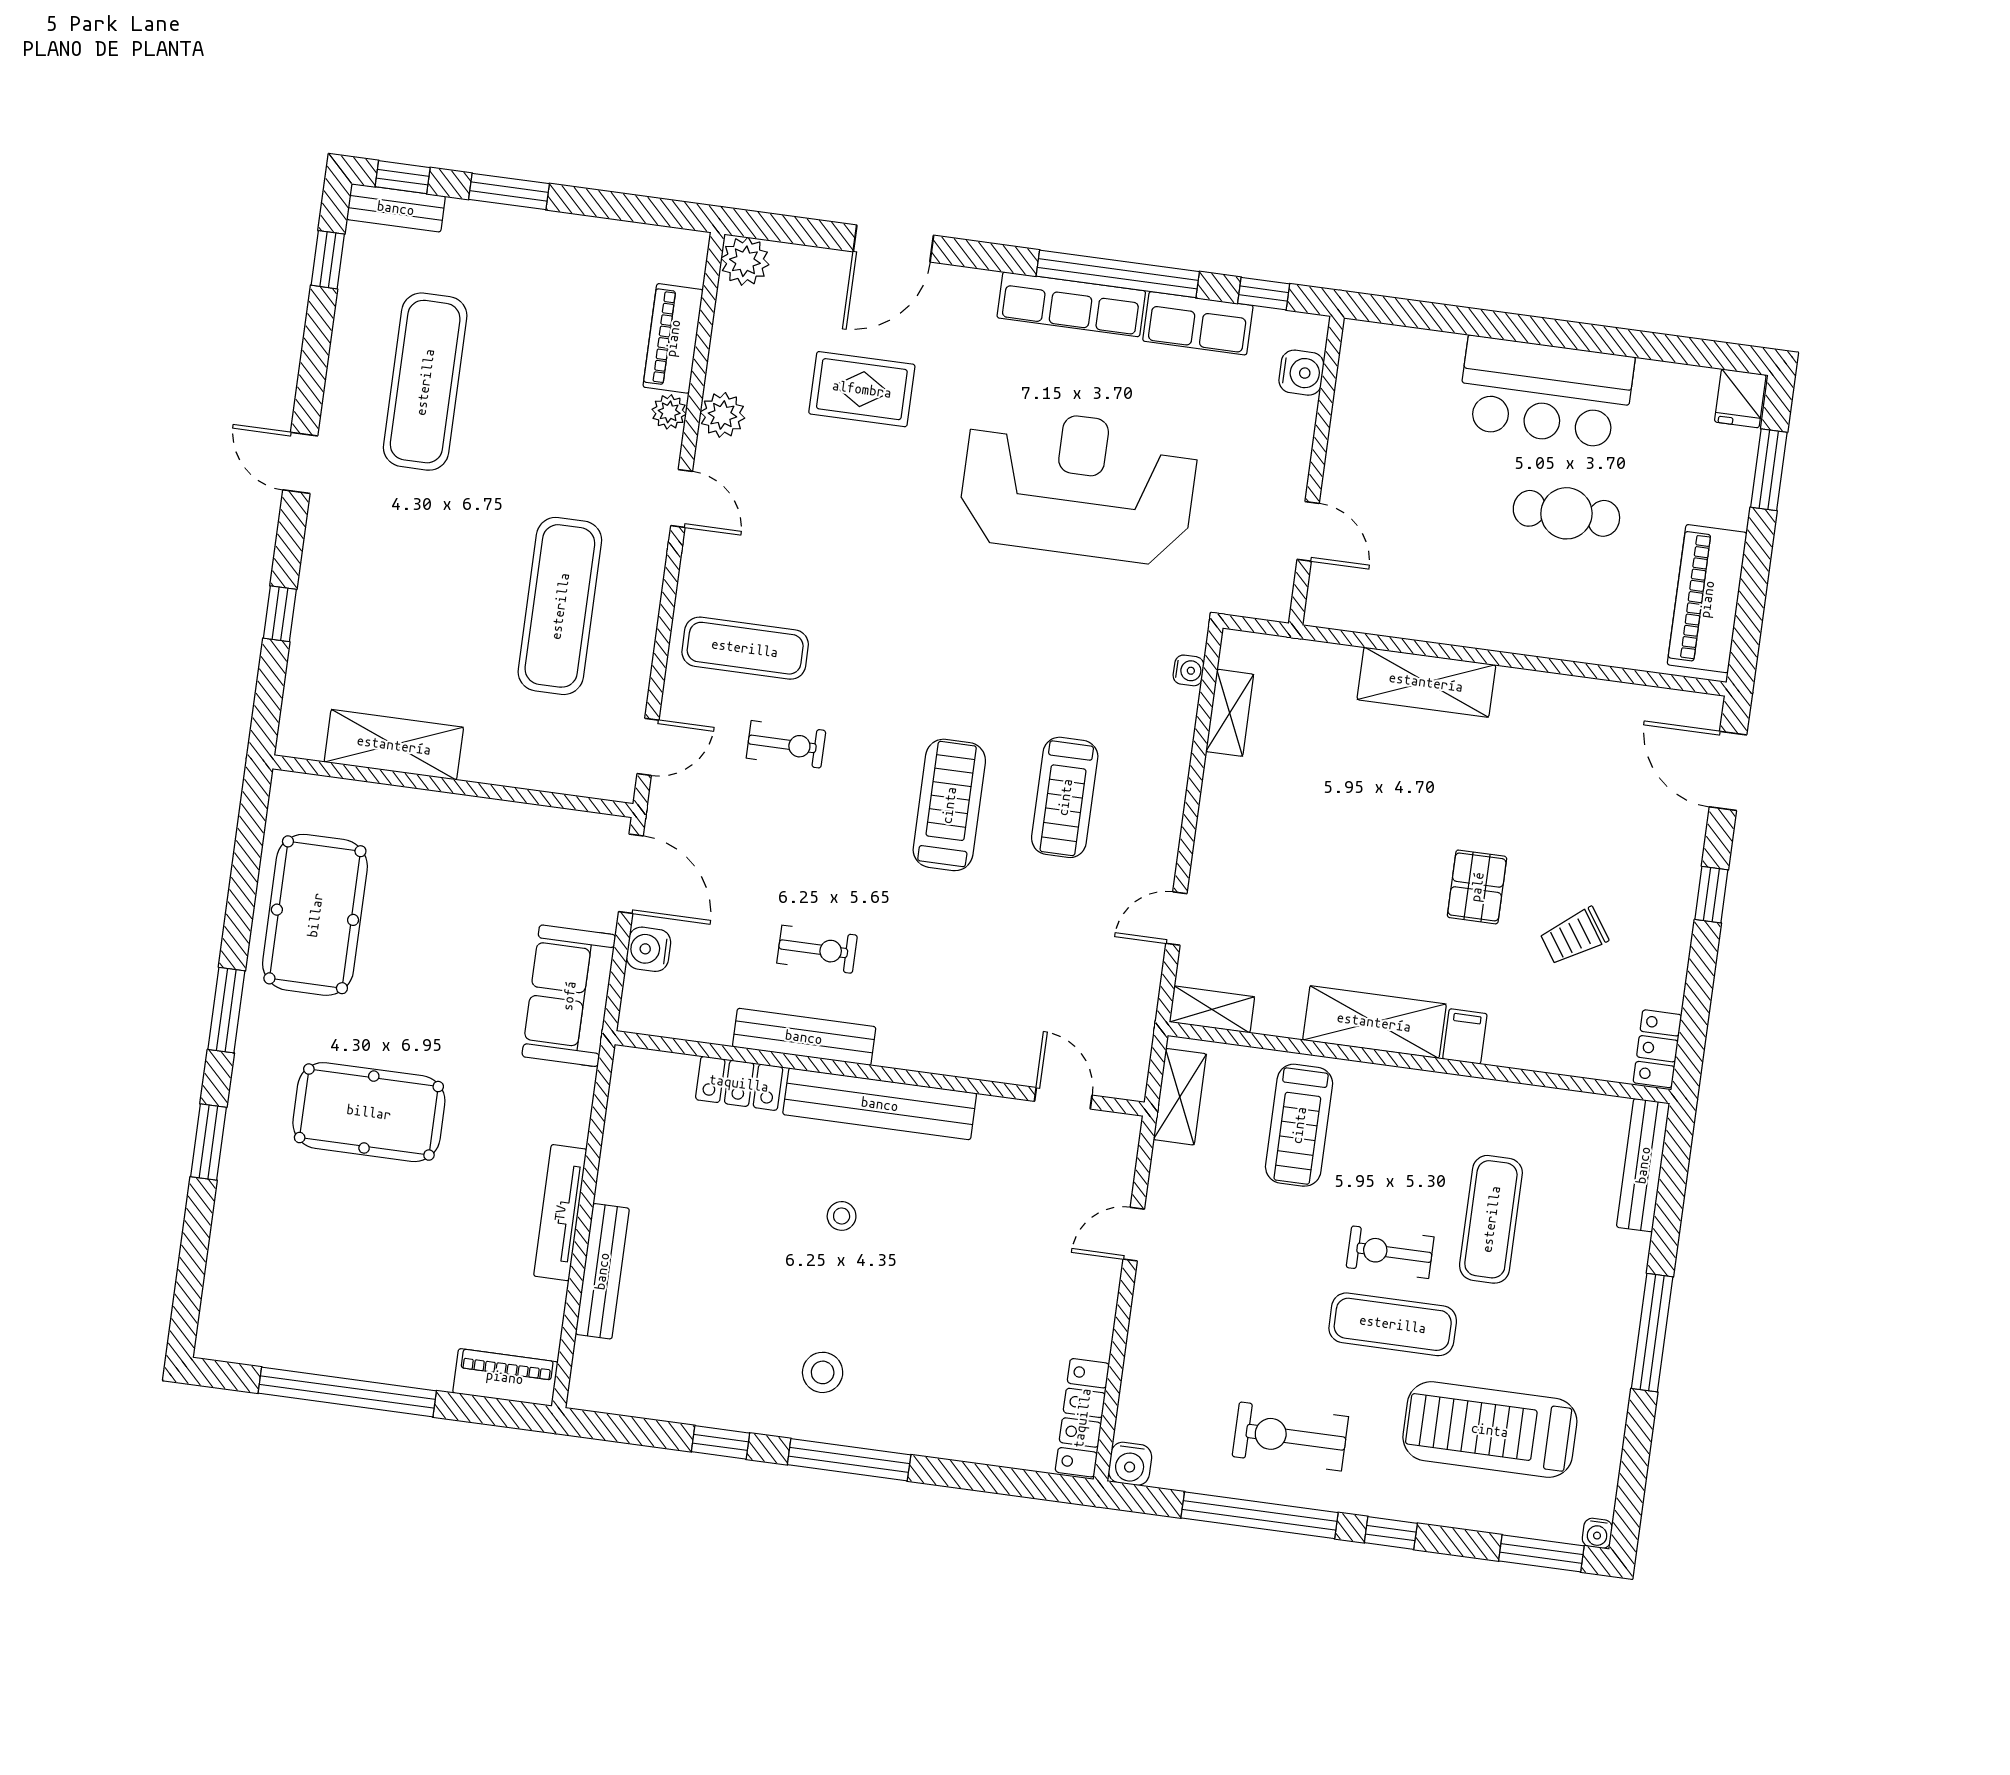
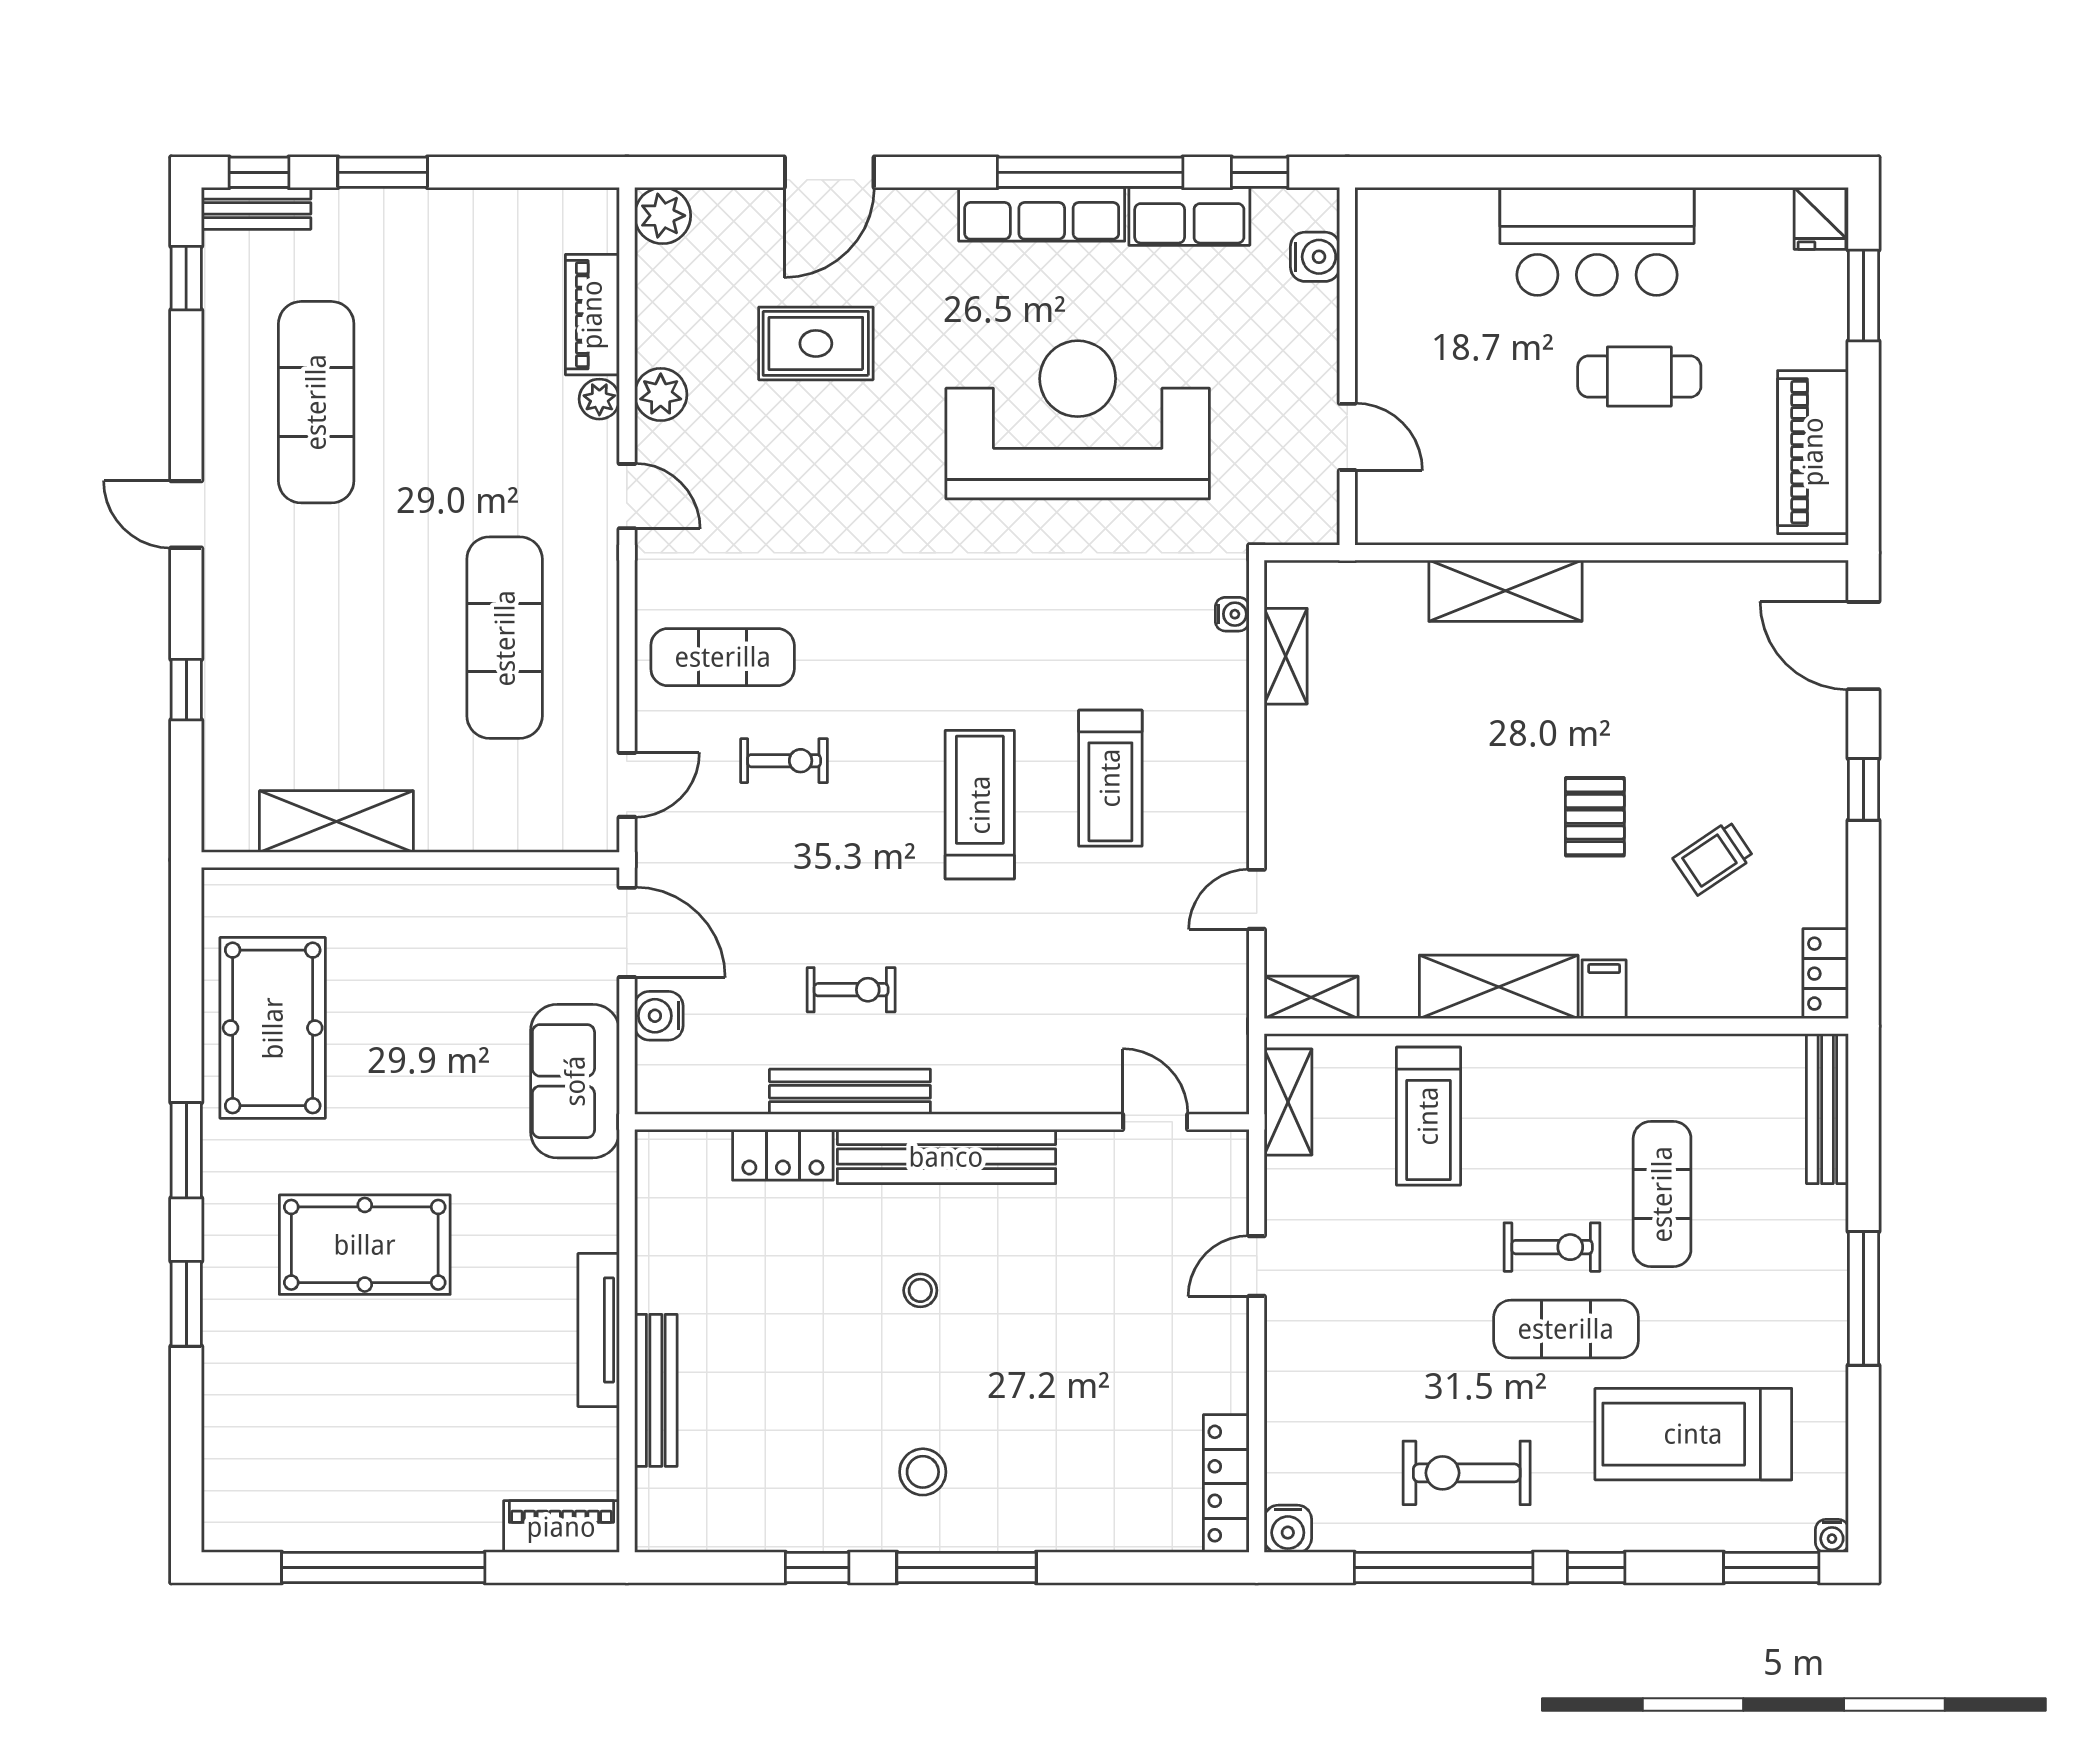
exercise bike: (1390, 1252) -> (1552, 1247), turned 180

